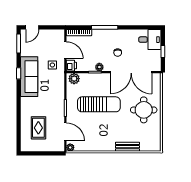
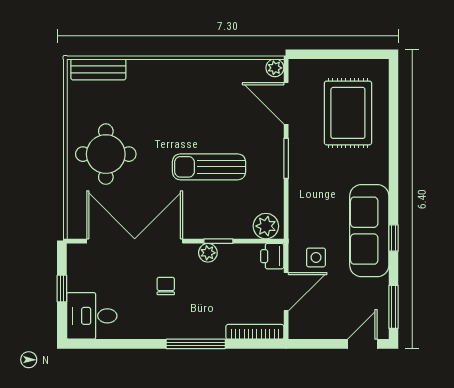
door: (65, 50) -> (286, 292), swing flipped
sun lounger: (99, 104) -> (209, 167), width x0.73, depth x0.75
rug: (38, 128) -> (348, 113), width x1.36, depth x1.43
bench: (127, 147) -> (98, 69), moved

